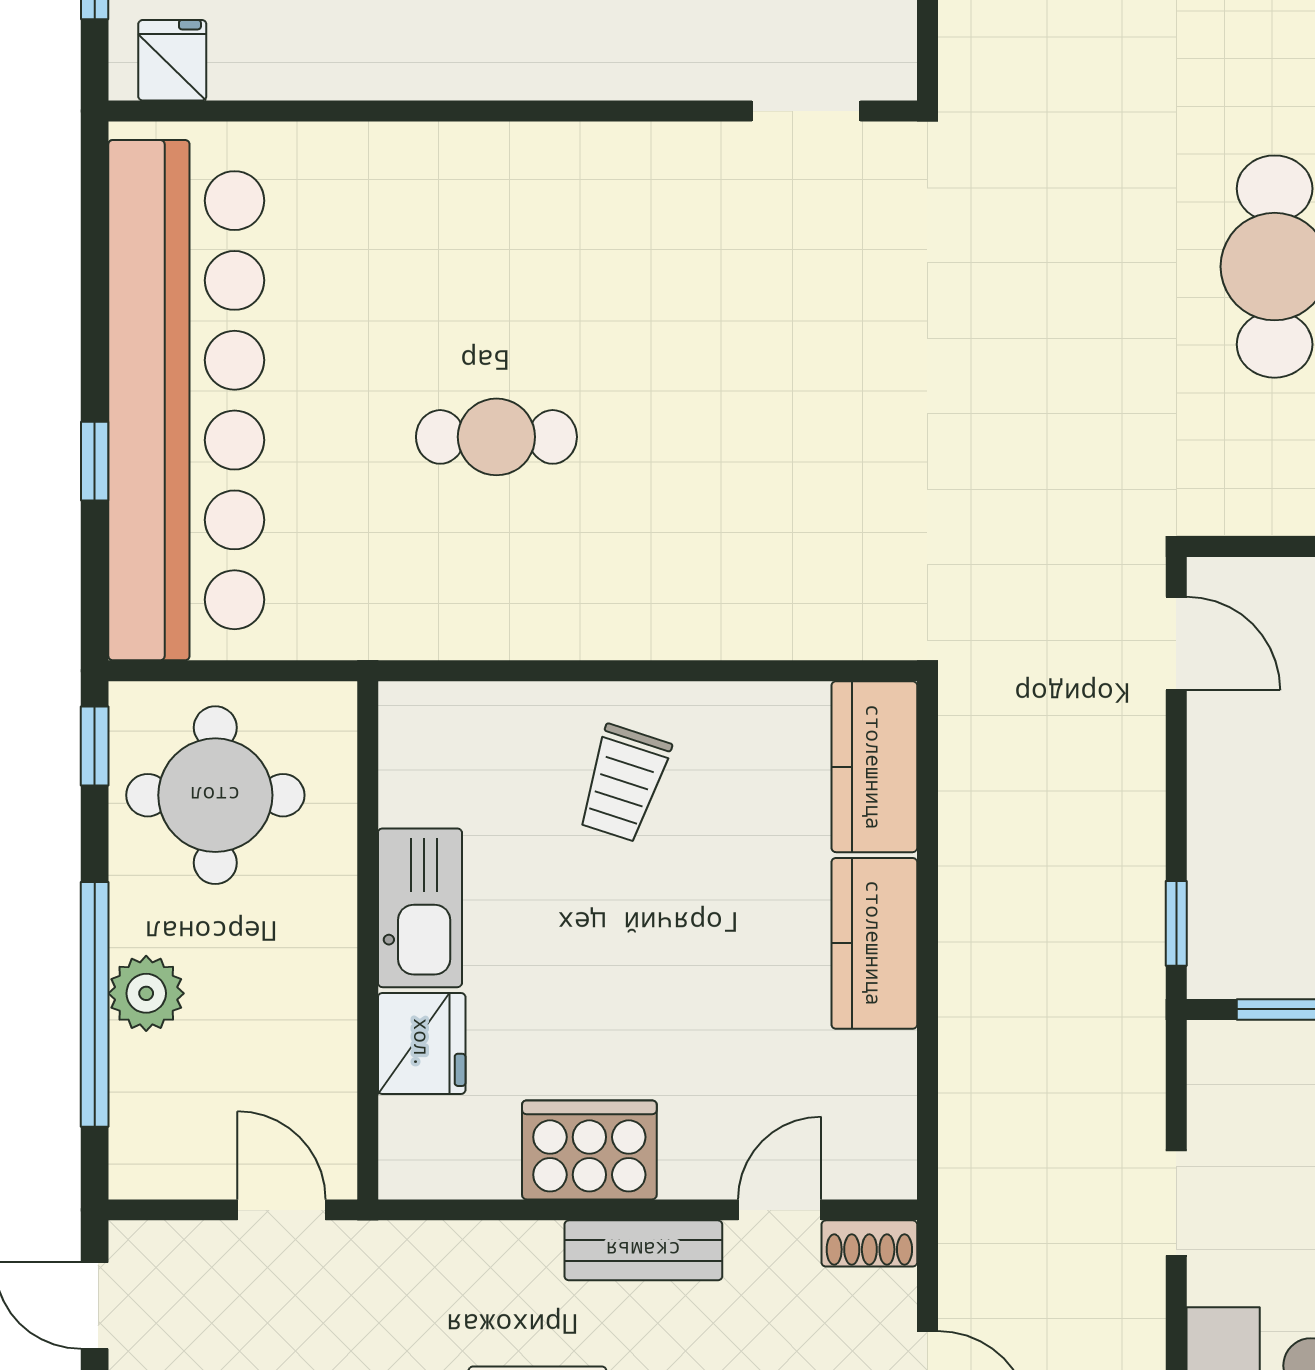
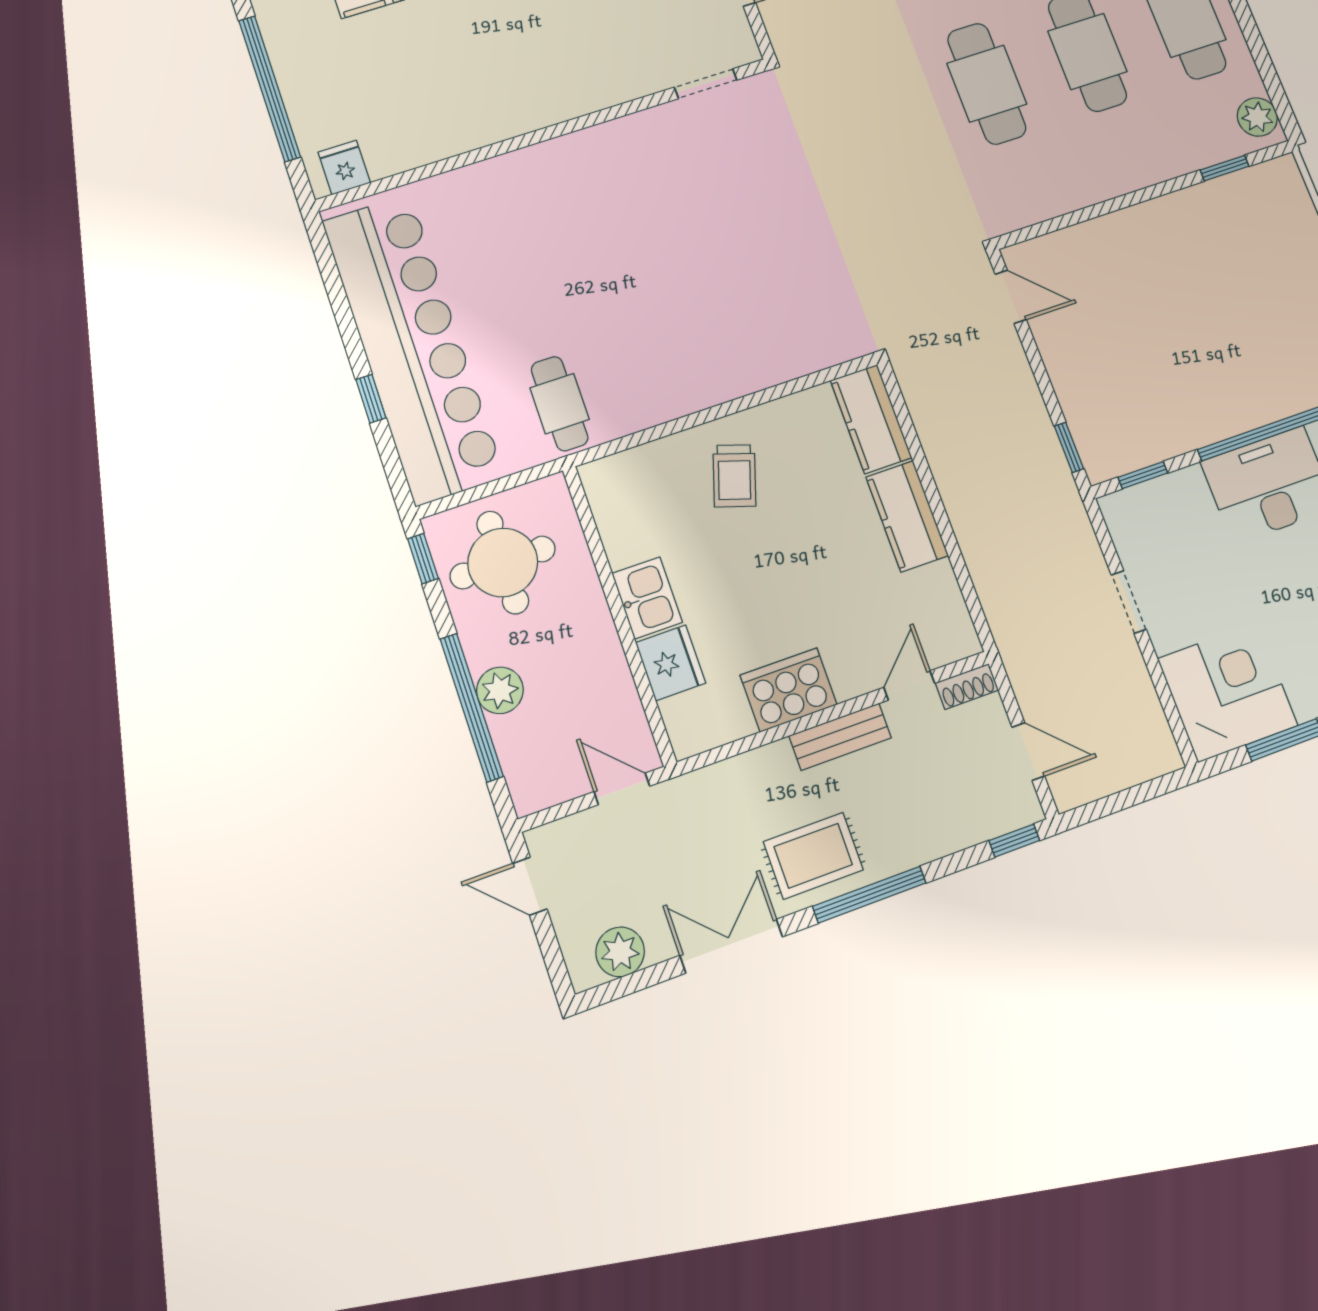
cafe table: (496, 437) -> (560, 404), moved, turned 90
kitchen sink: (420, 908) -> (647, 598), width x0.73

